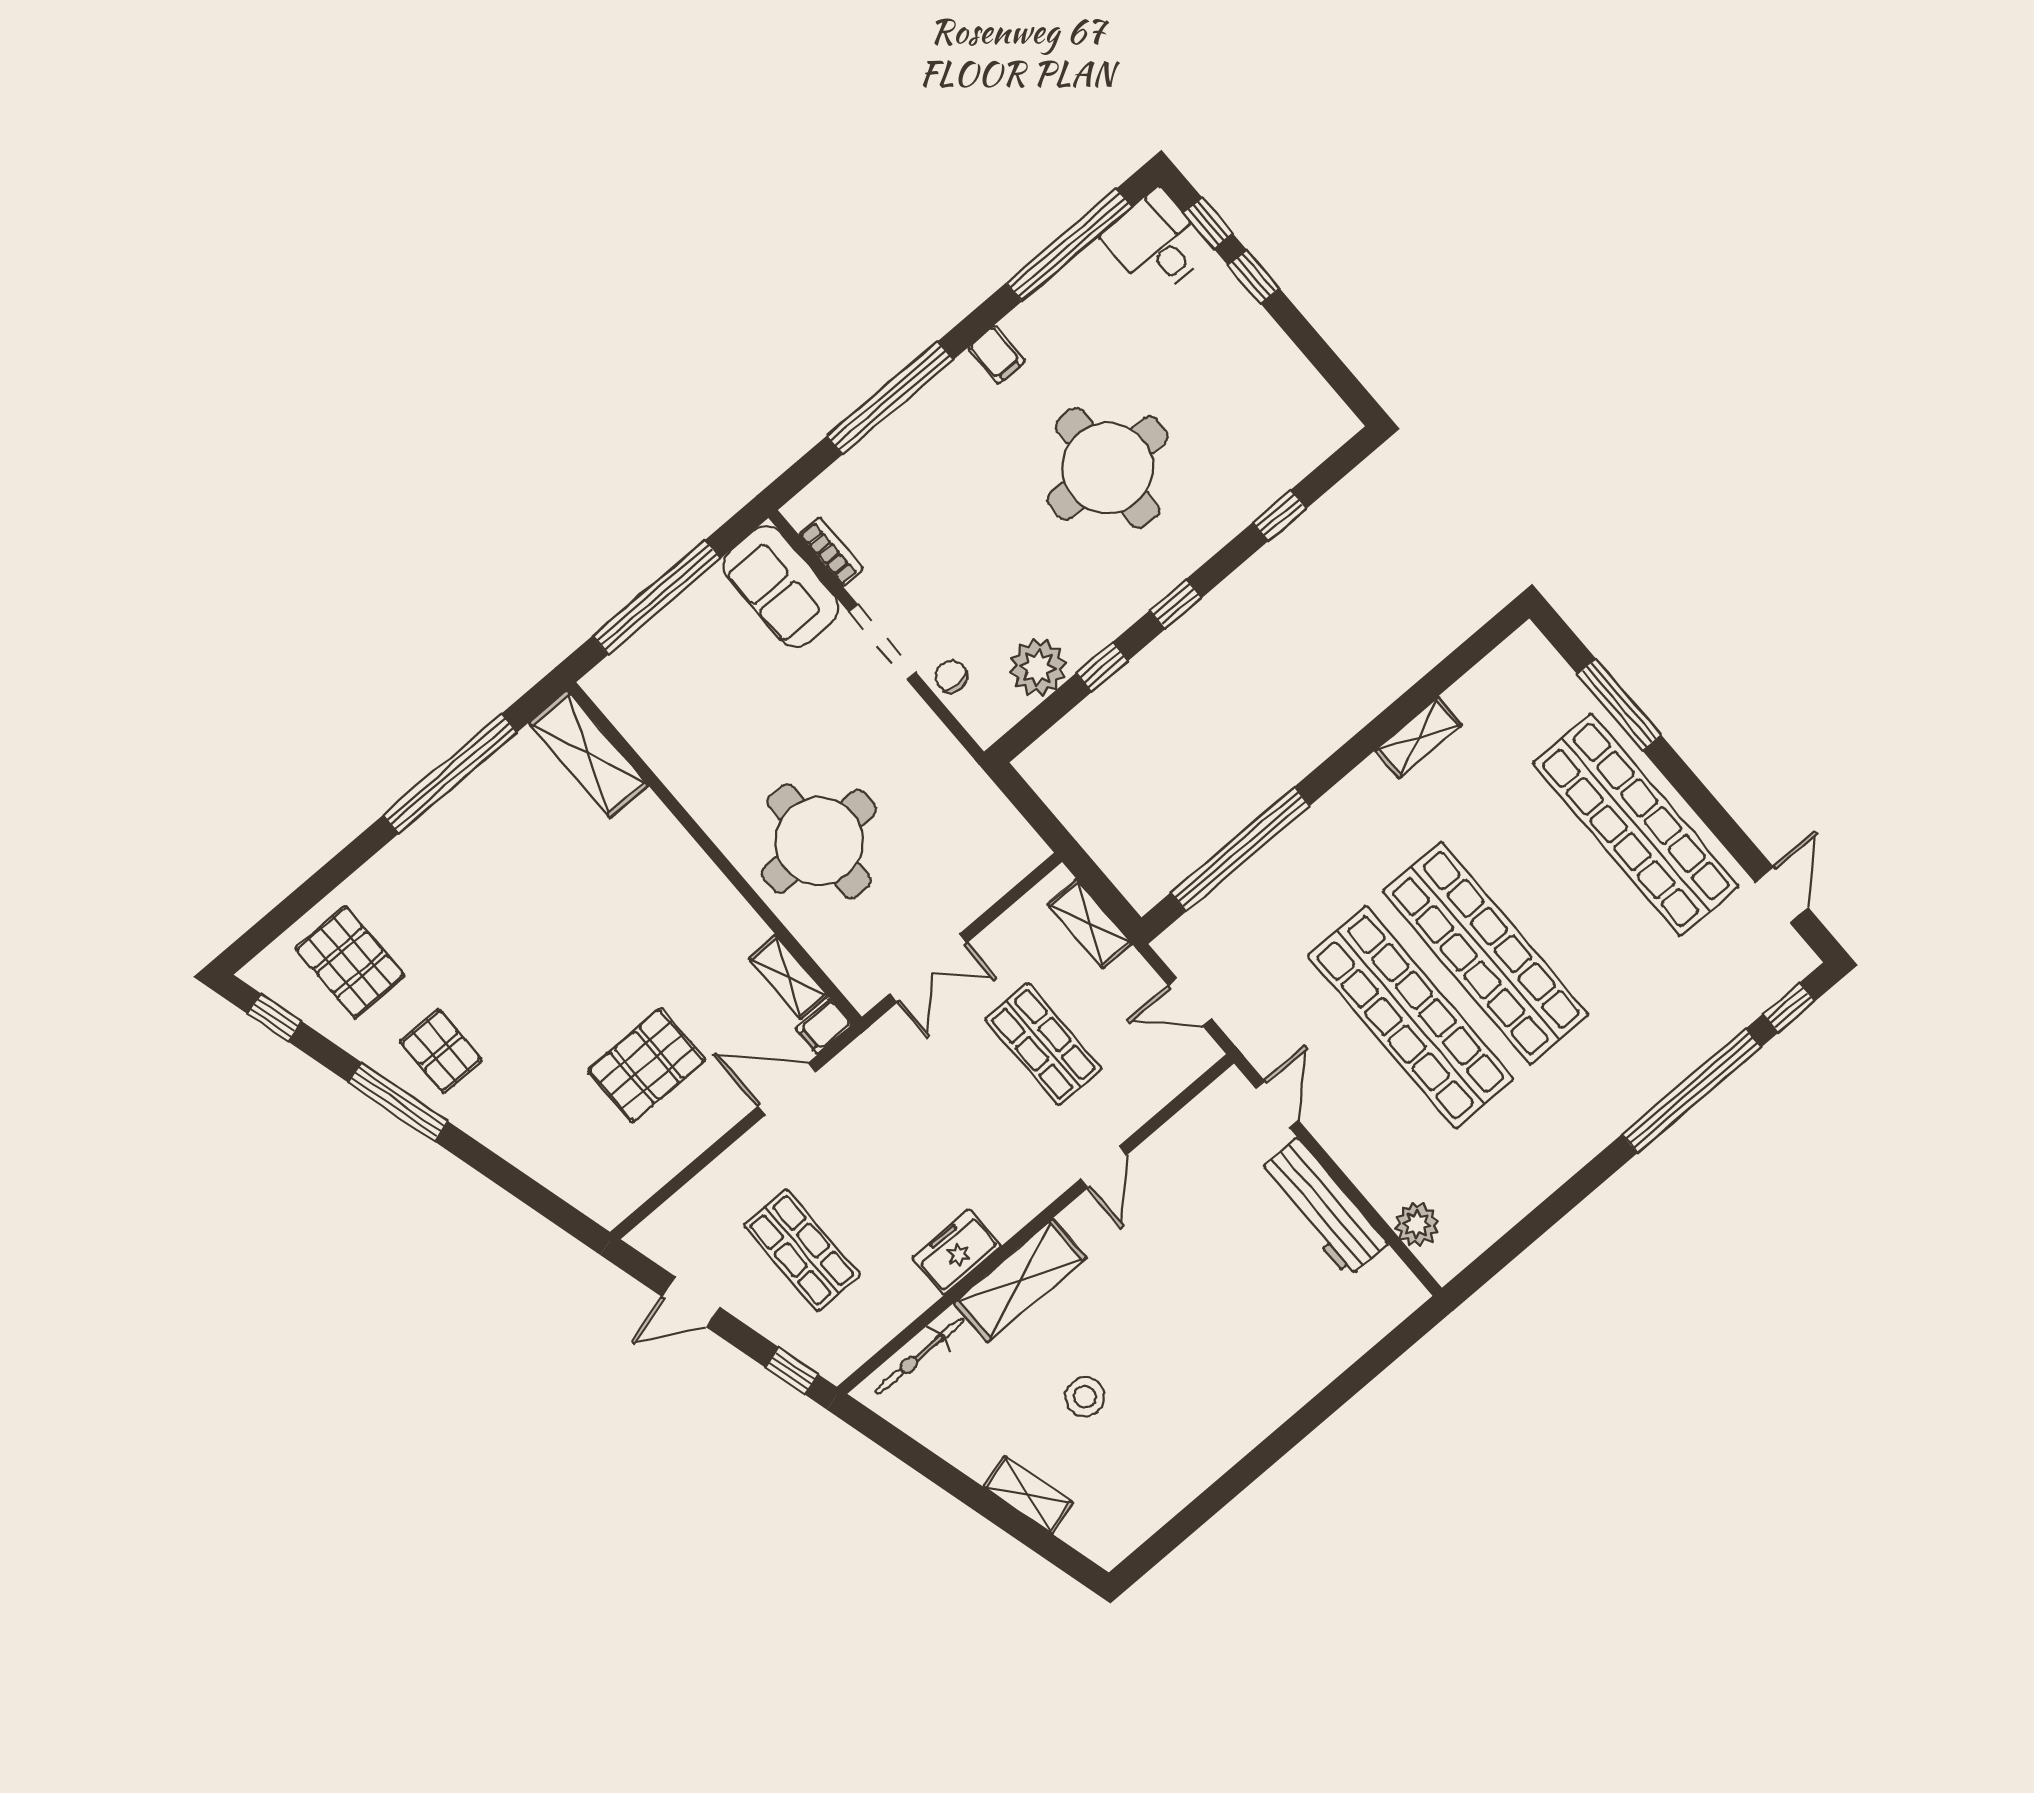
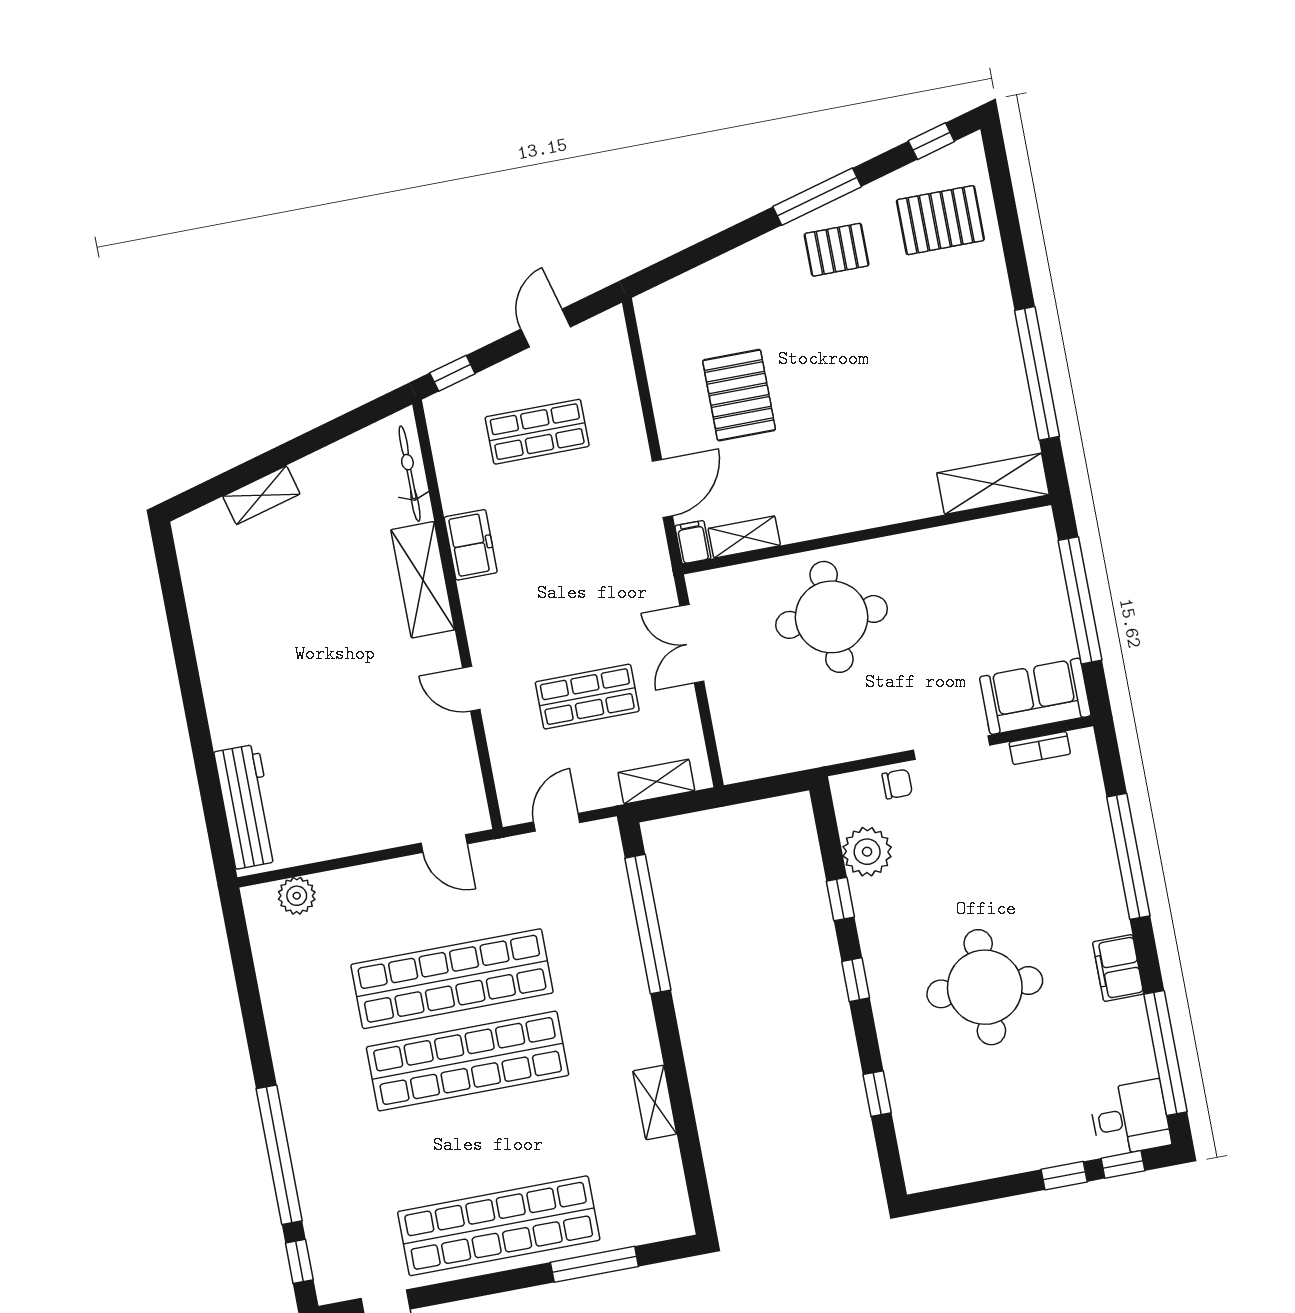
filing cabinet: (996, 355) -> (1118, 968), width x2.00
workbench: (1323, 1208) -> (247, 807), moved, turned 90
stool: (1085, 1397) -> (310, 578), removed

